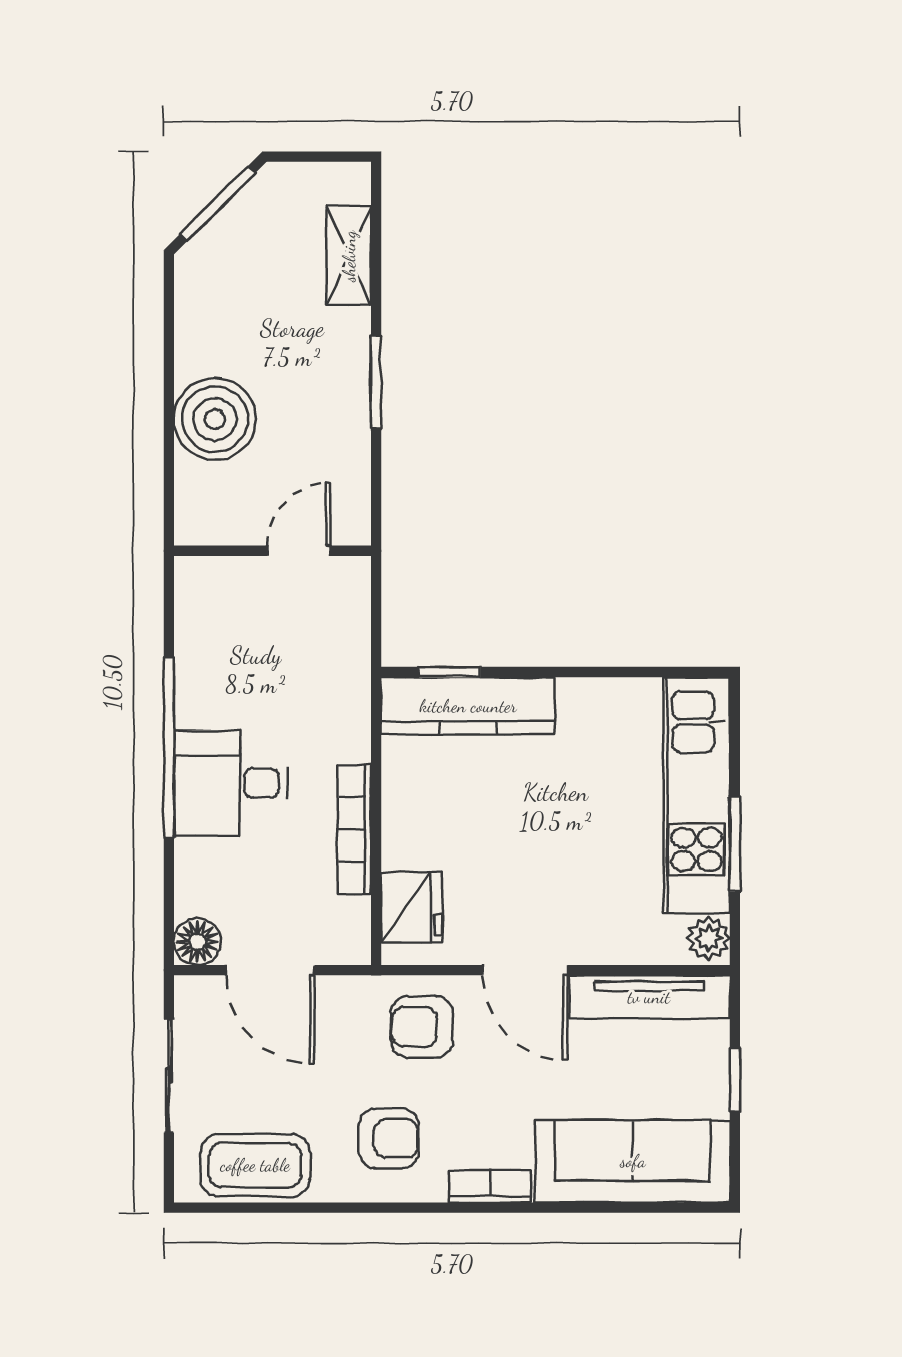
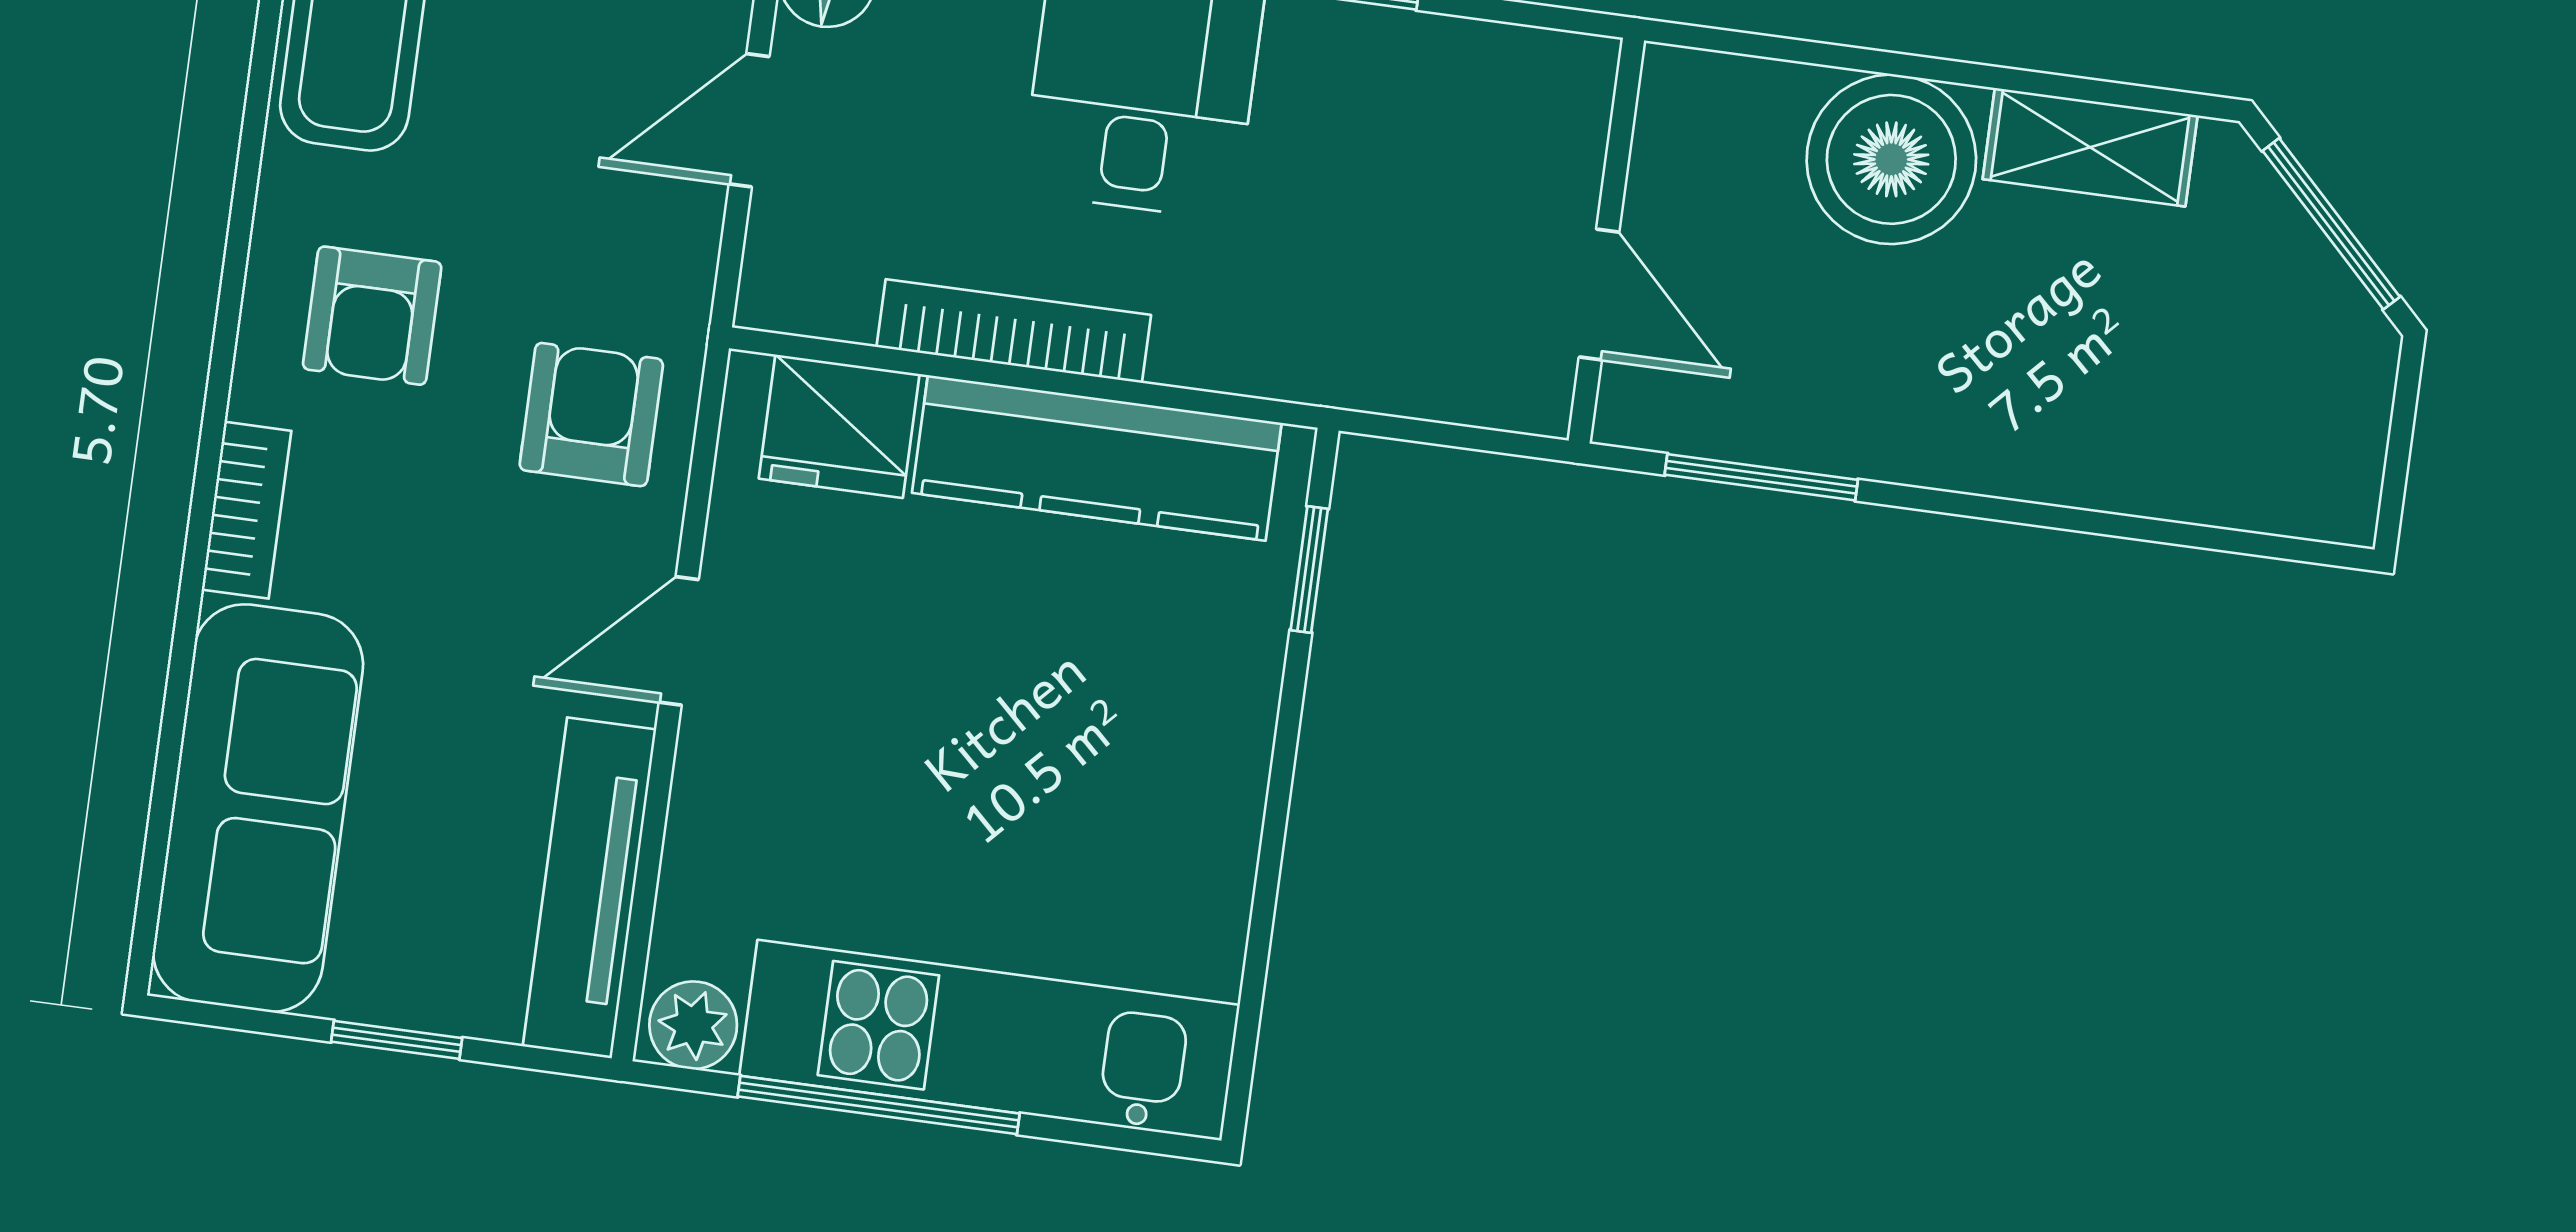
shelving: (349, 256) -> (2090, 147), moved
window: (376, 382) -> (1761, 477), moved
kitchen counter: (468, 706) -> (1097, 458), moved, turned -90
window: (735, 844) -> (879, 1105), width x1.44
door: (270, 970) -> (749, 120), width x0.73
door: (525, 970) -> (679, 641), width x0.73

